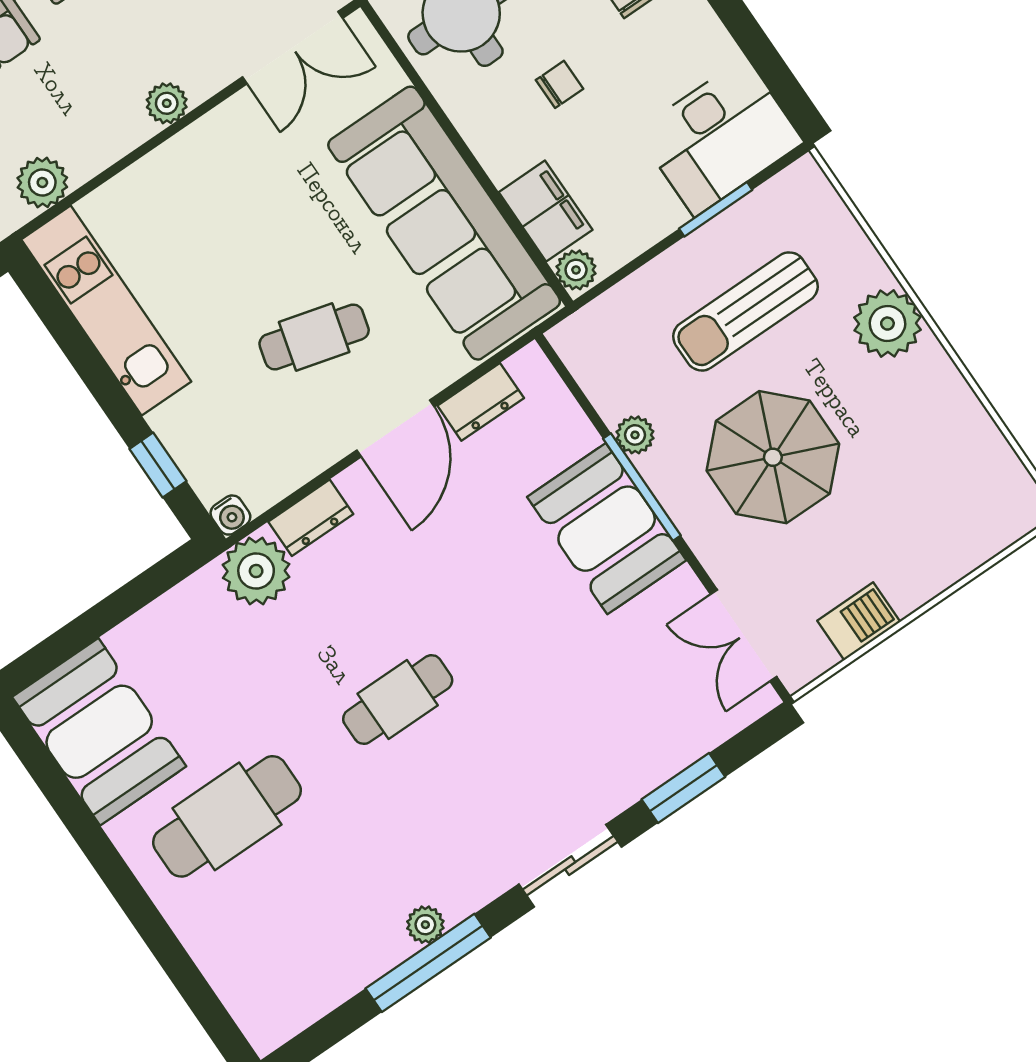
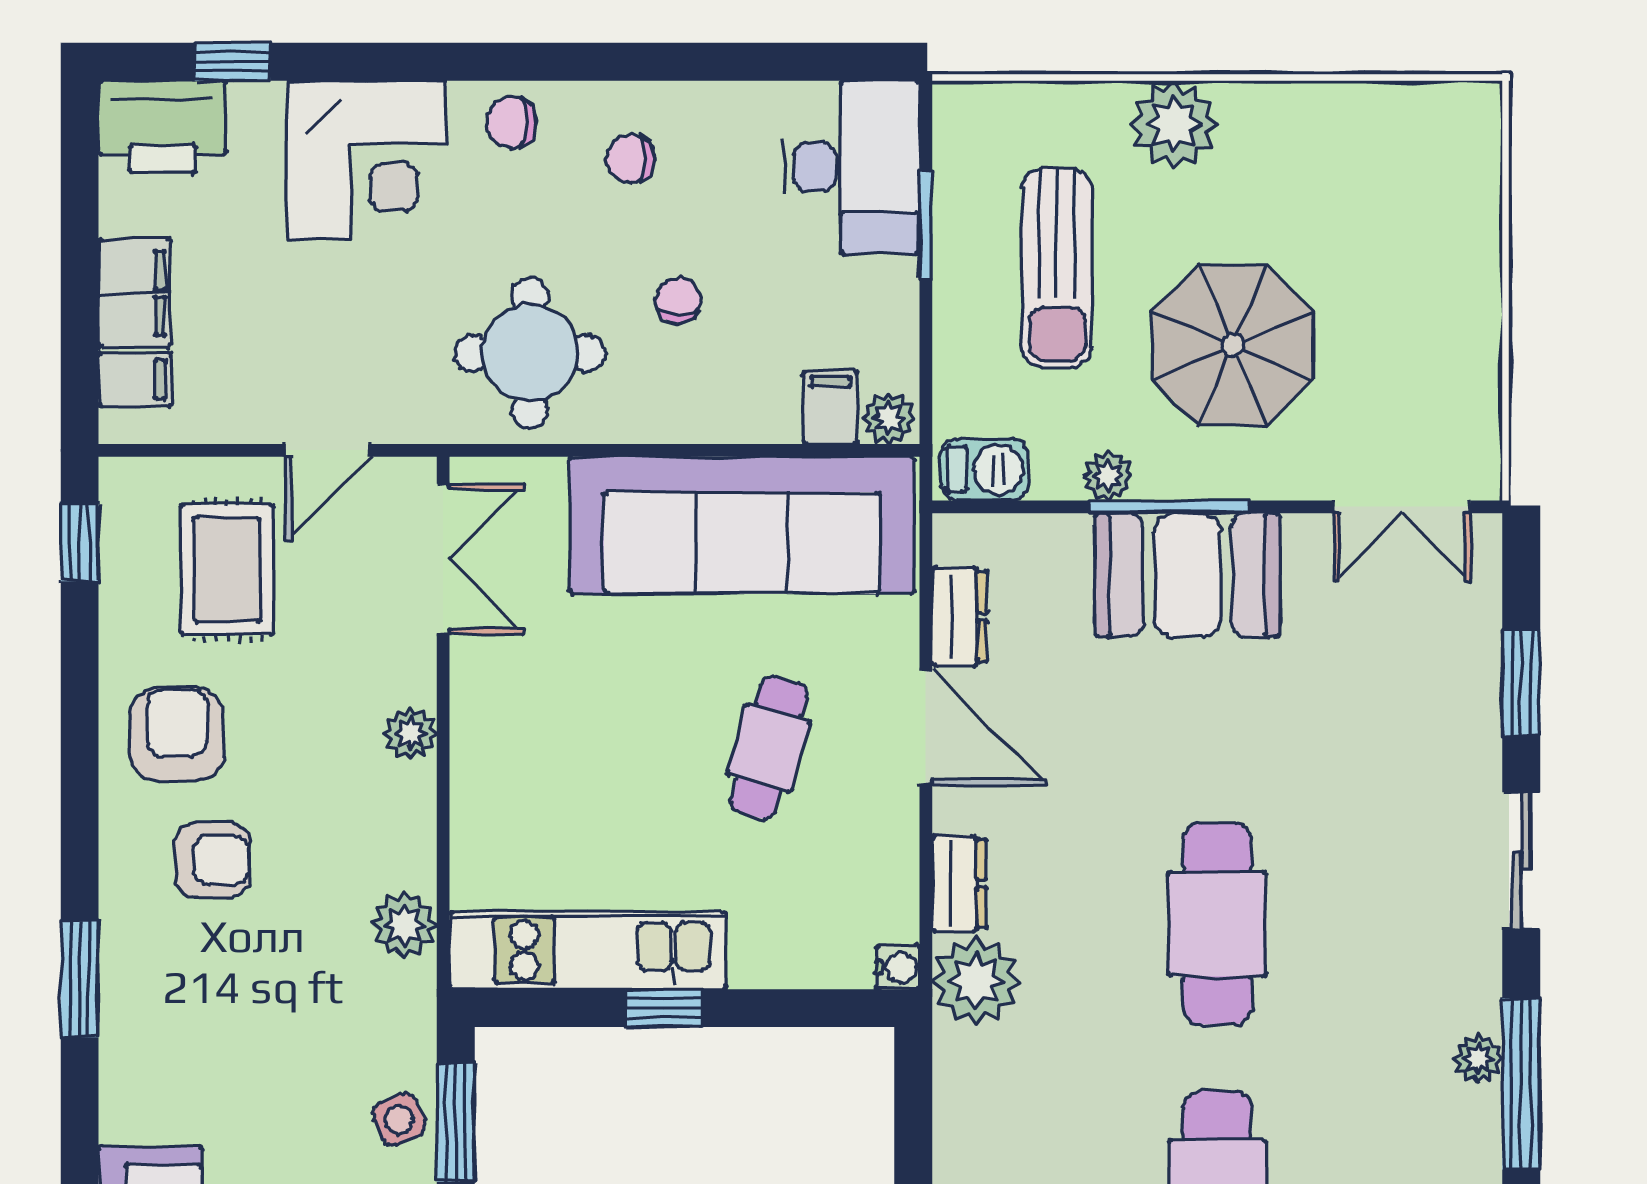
filing cabinet: (546, 211) -> (830, 408), width x0.50
window: (158, 465) -> (664, 1008), moved
barbecue: (859, 621) -> (985, 469), moved, turned 90
cafe table: (398, 700) -> (1217, 924), width x1.37, depth x1.35

